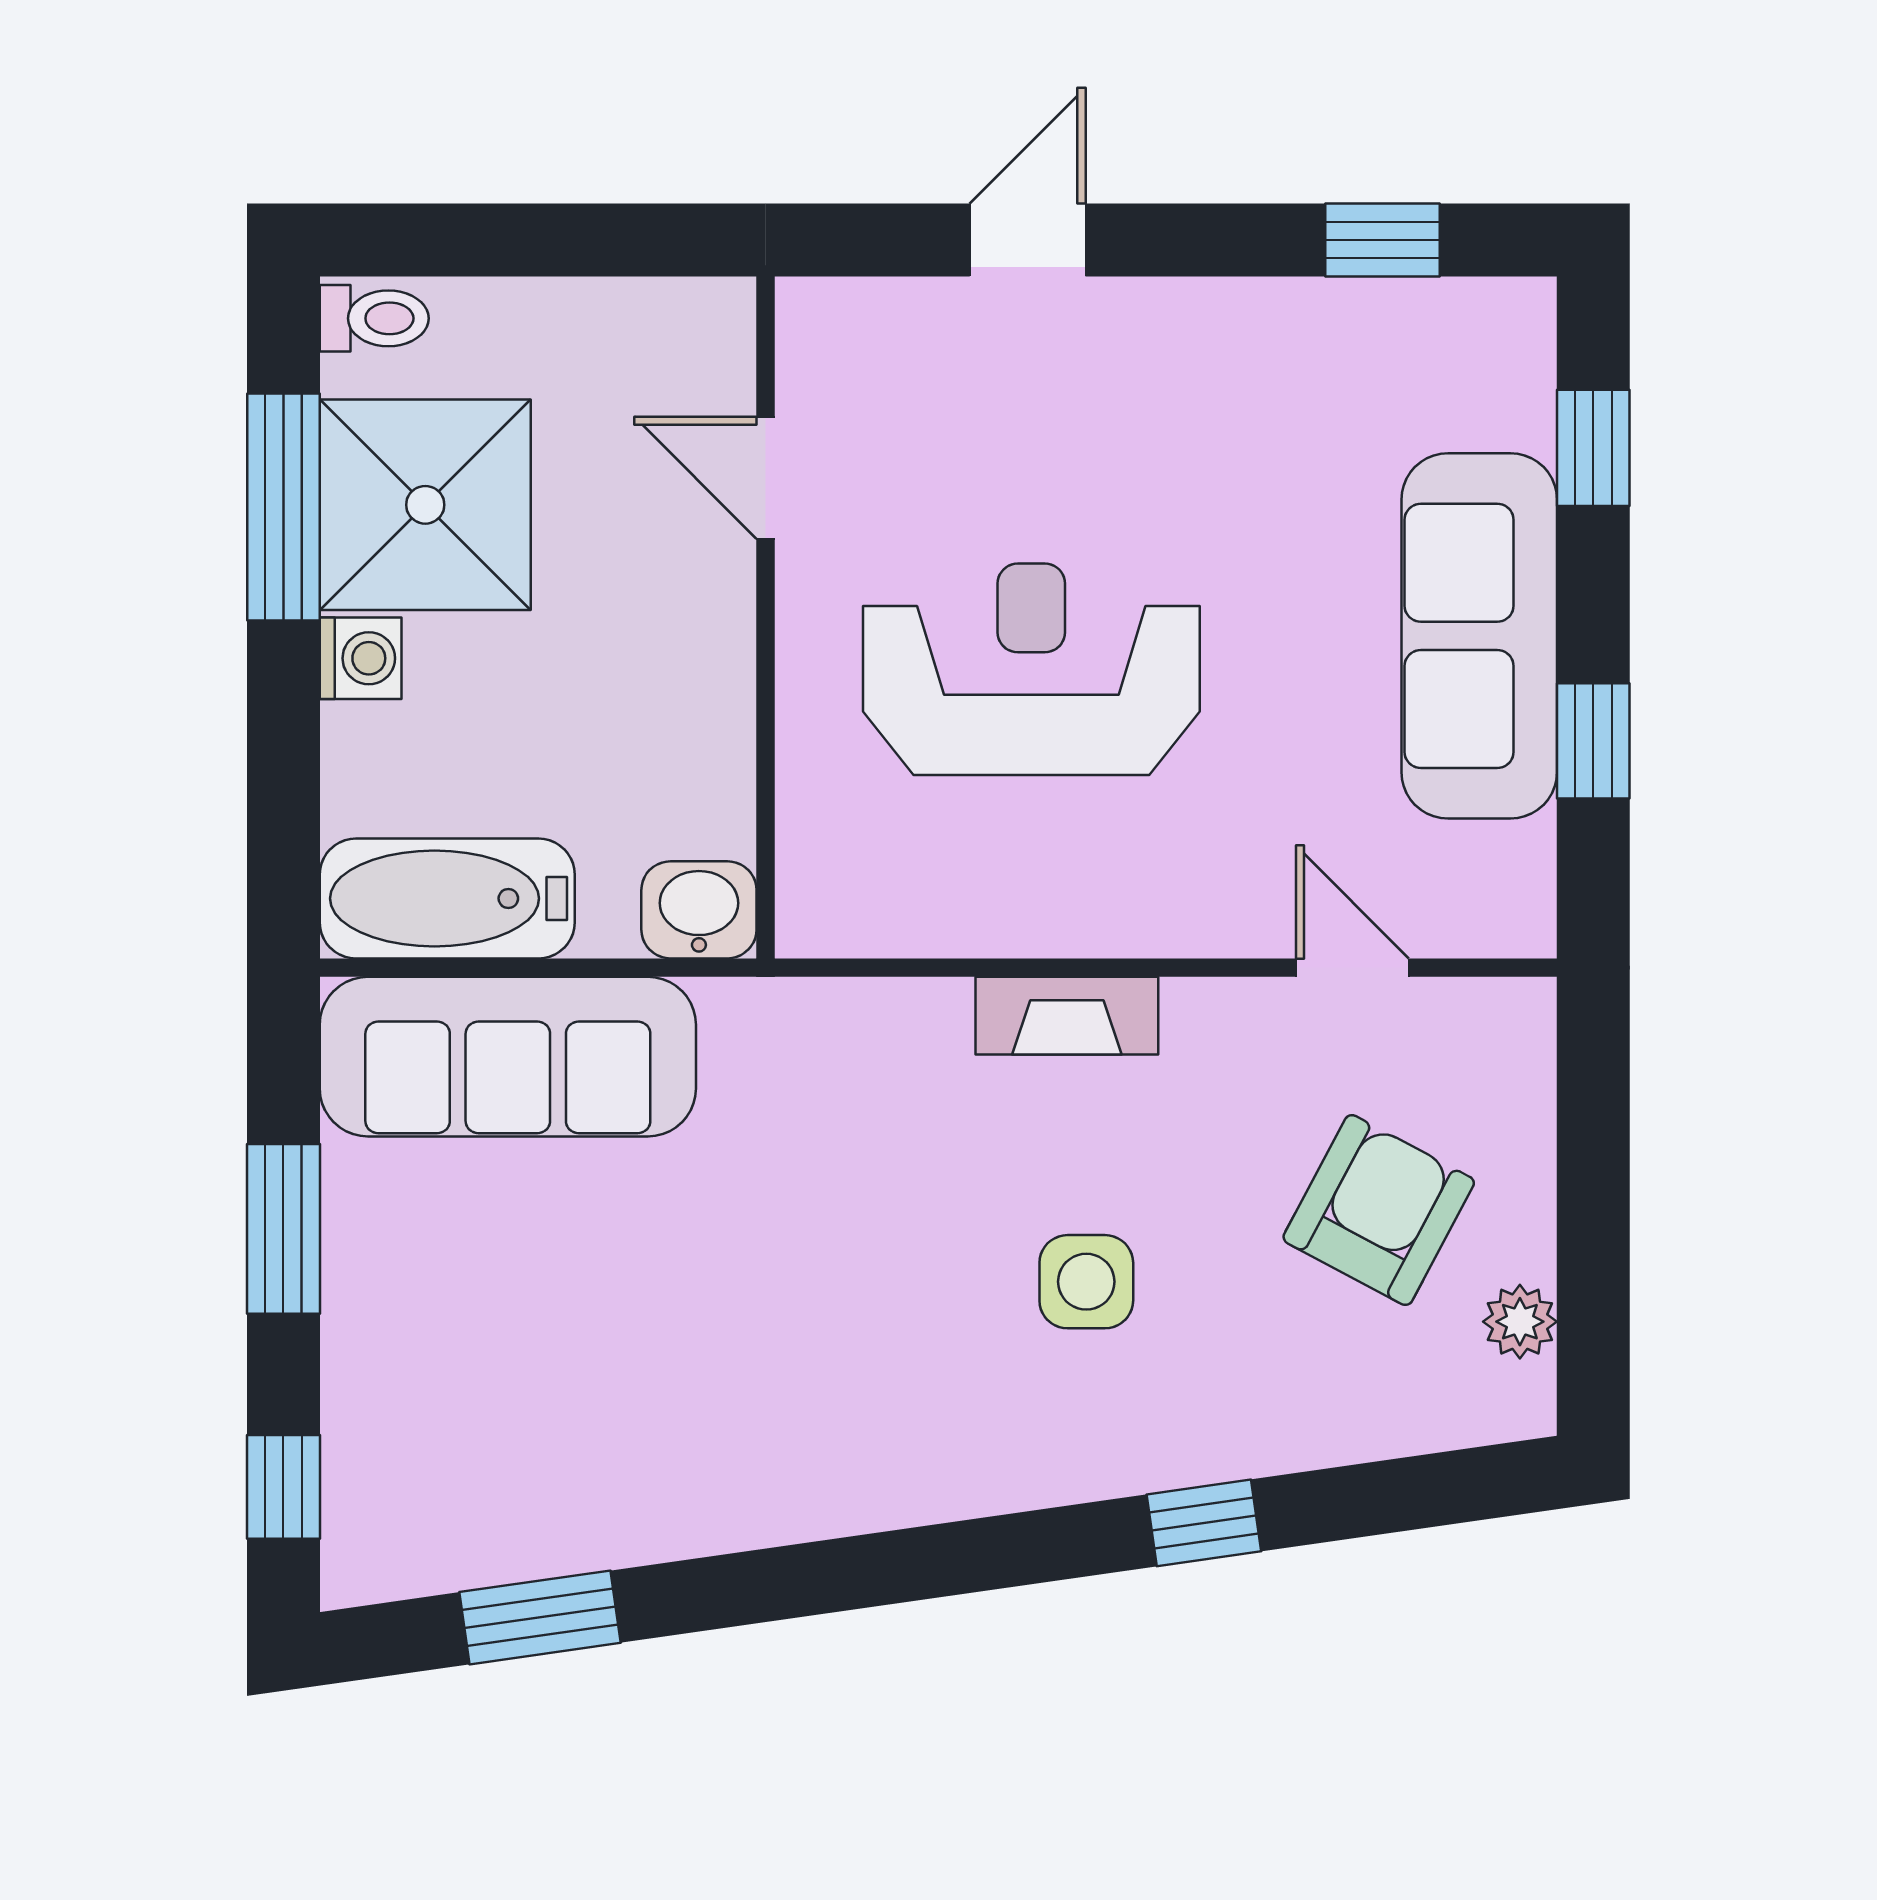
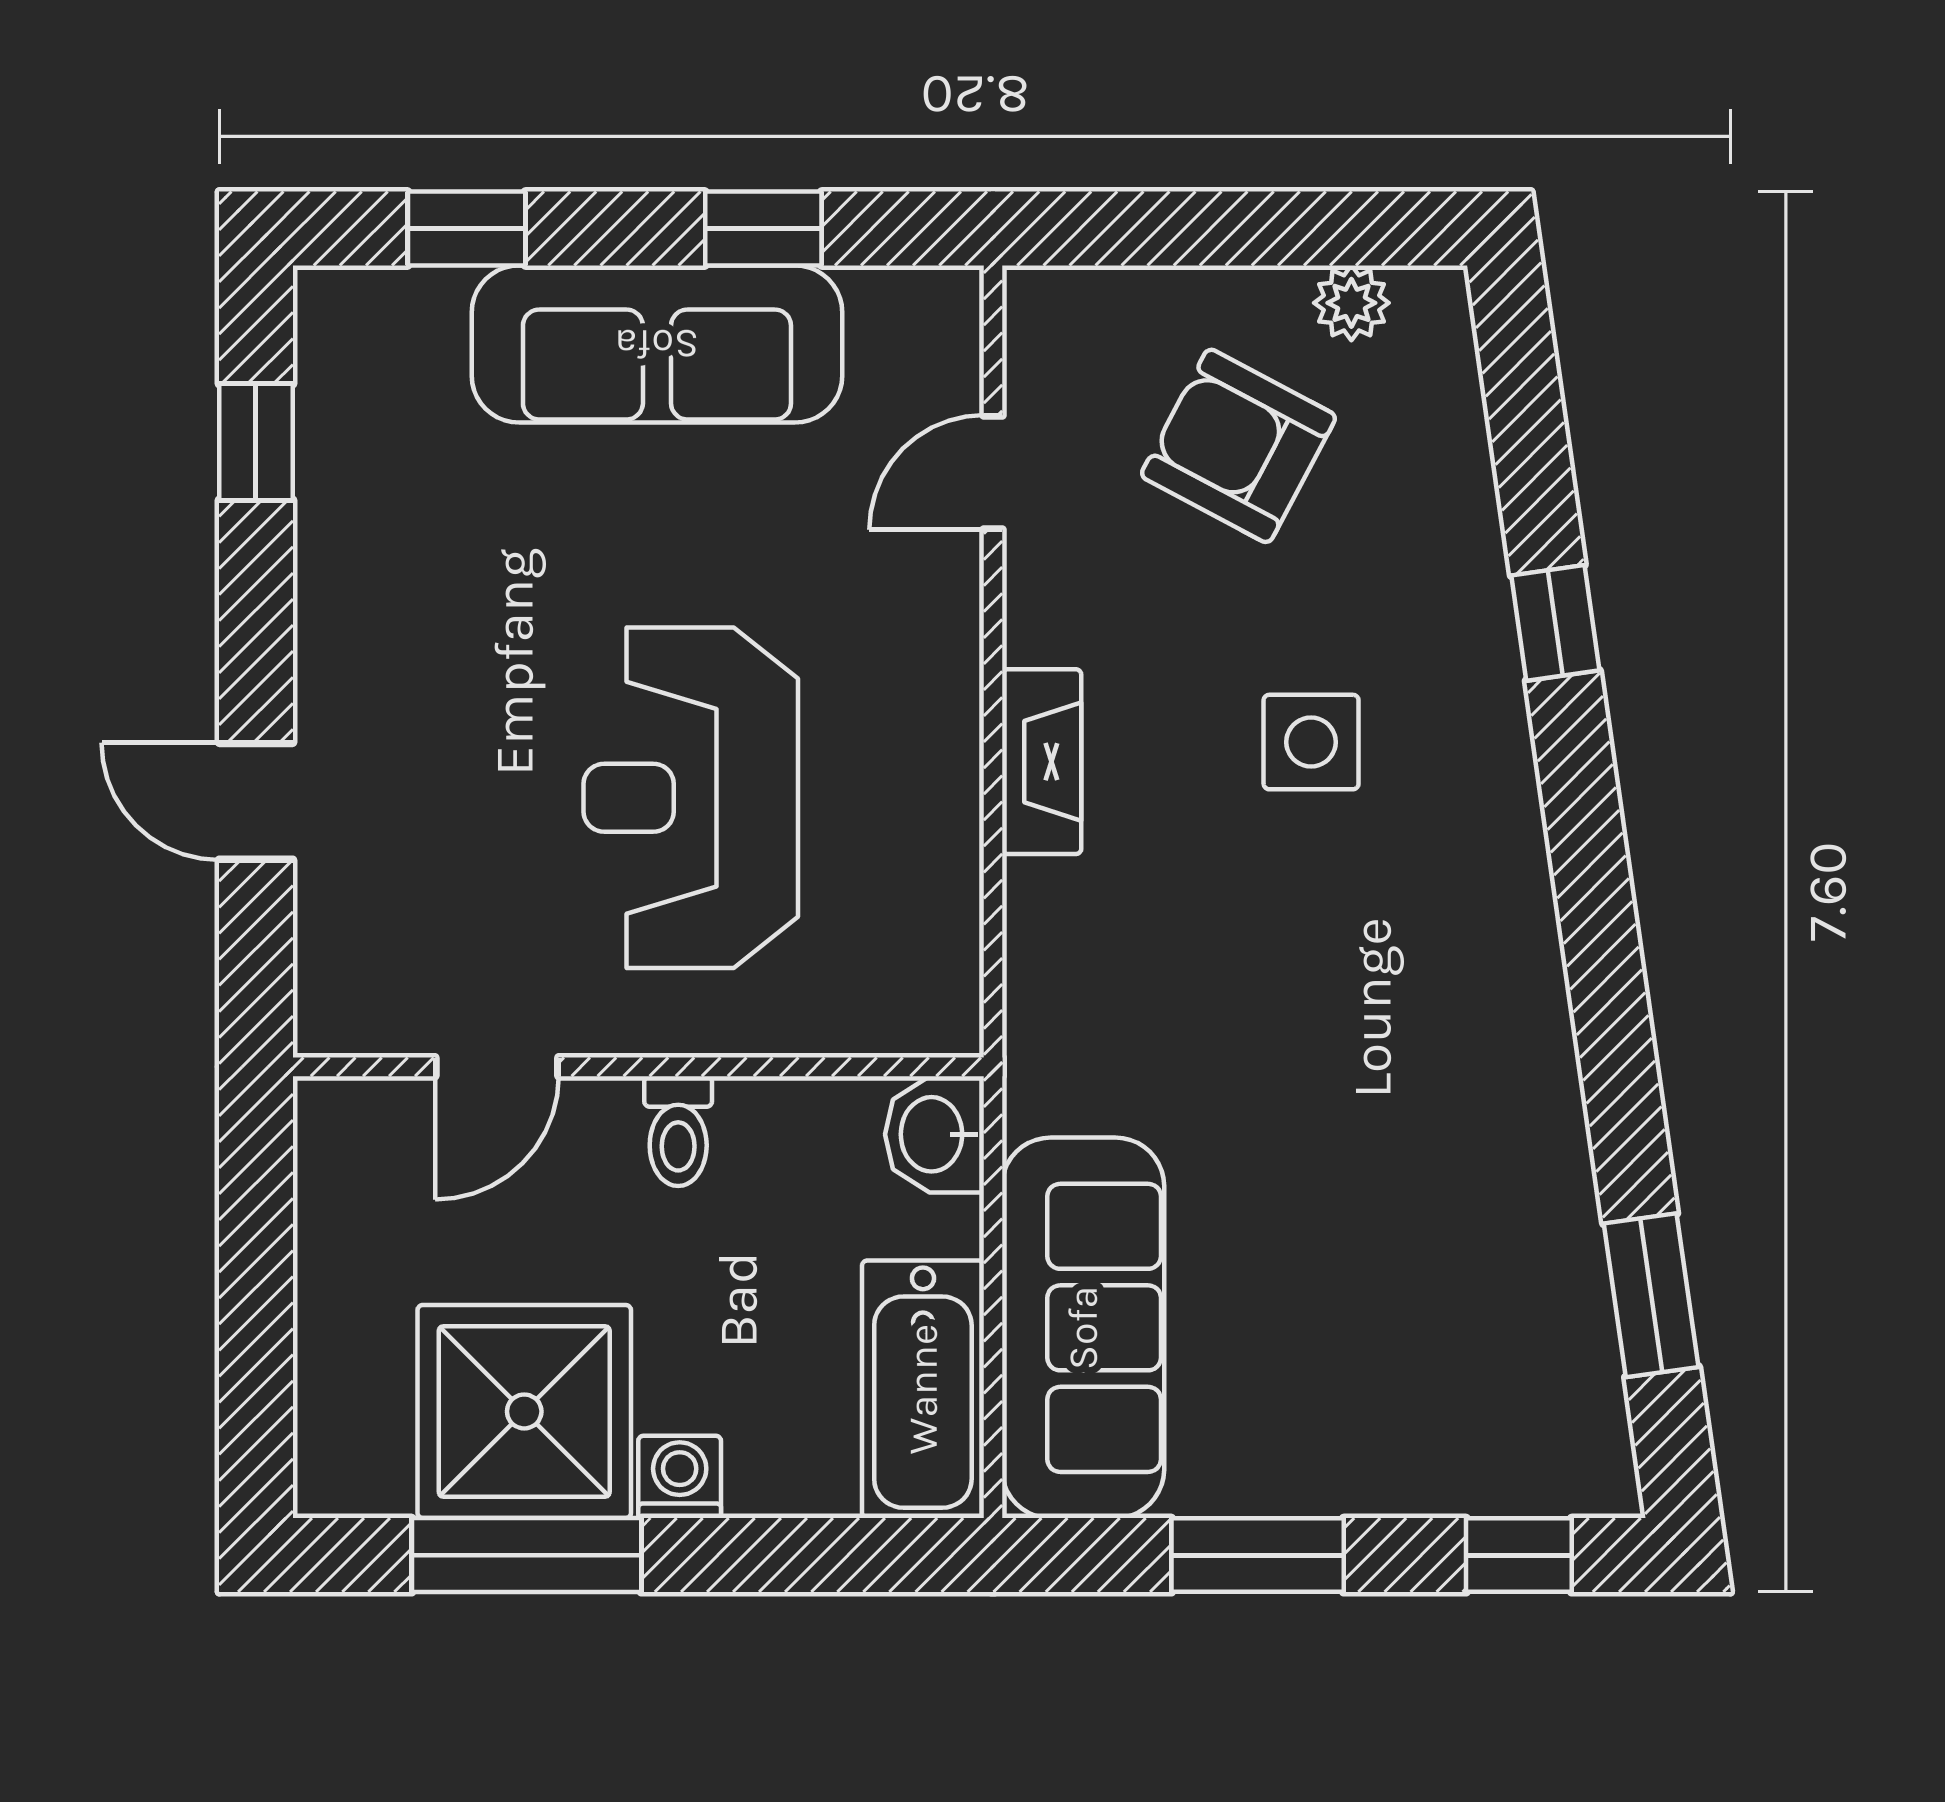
toilet: (374, 318) -> (678, 1131), moved, turned 180

